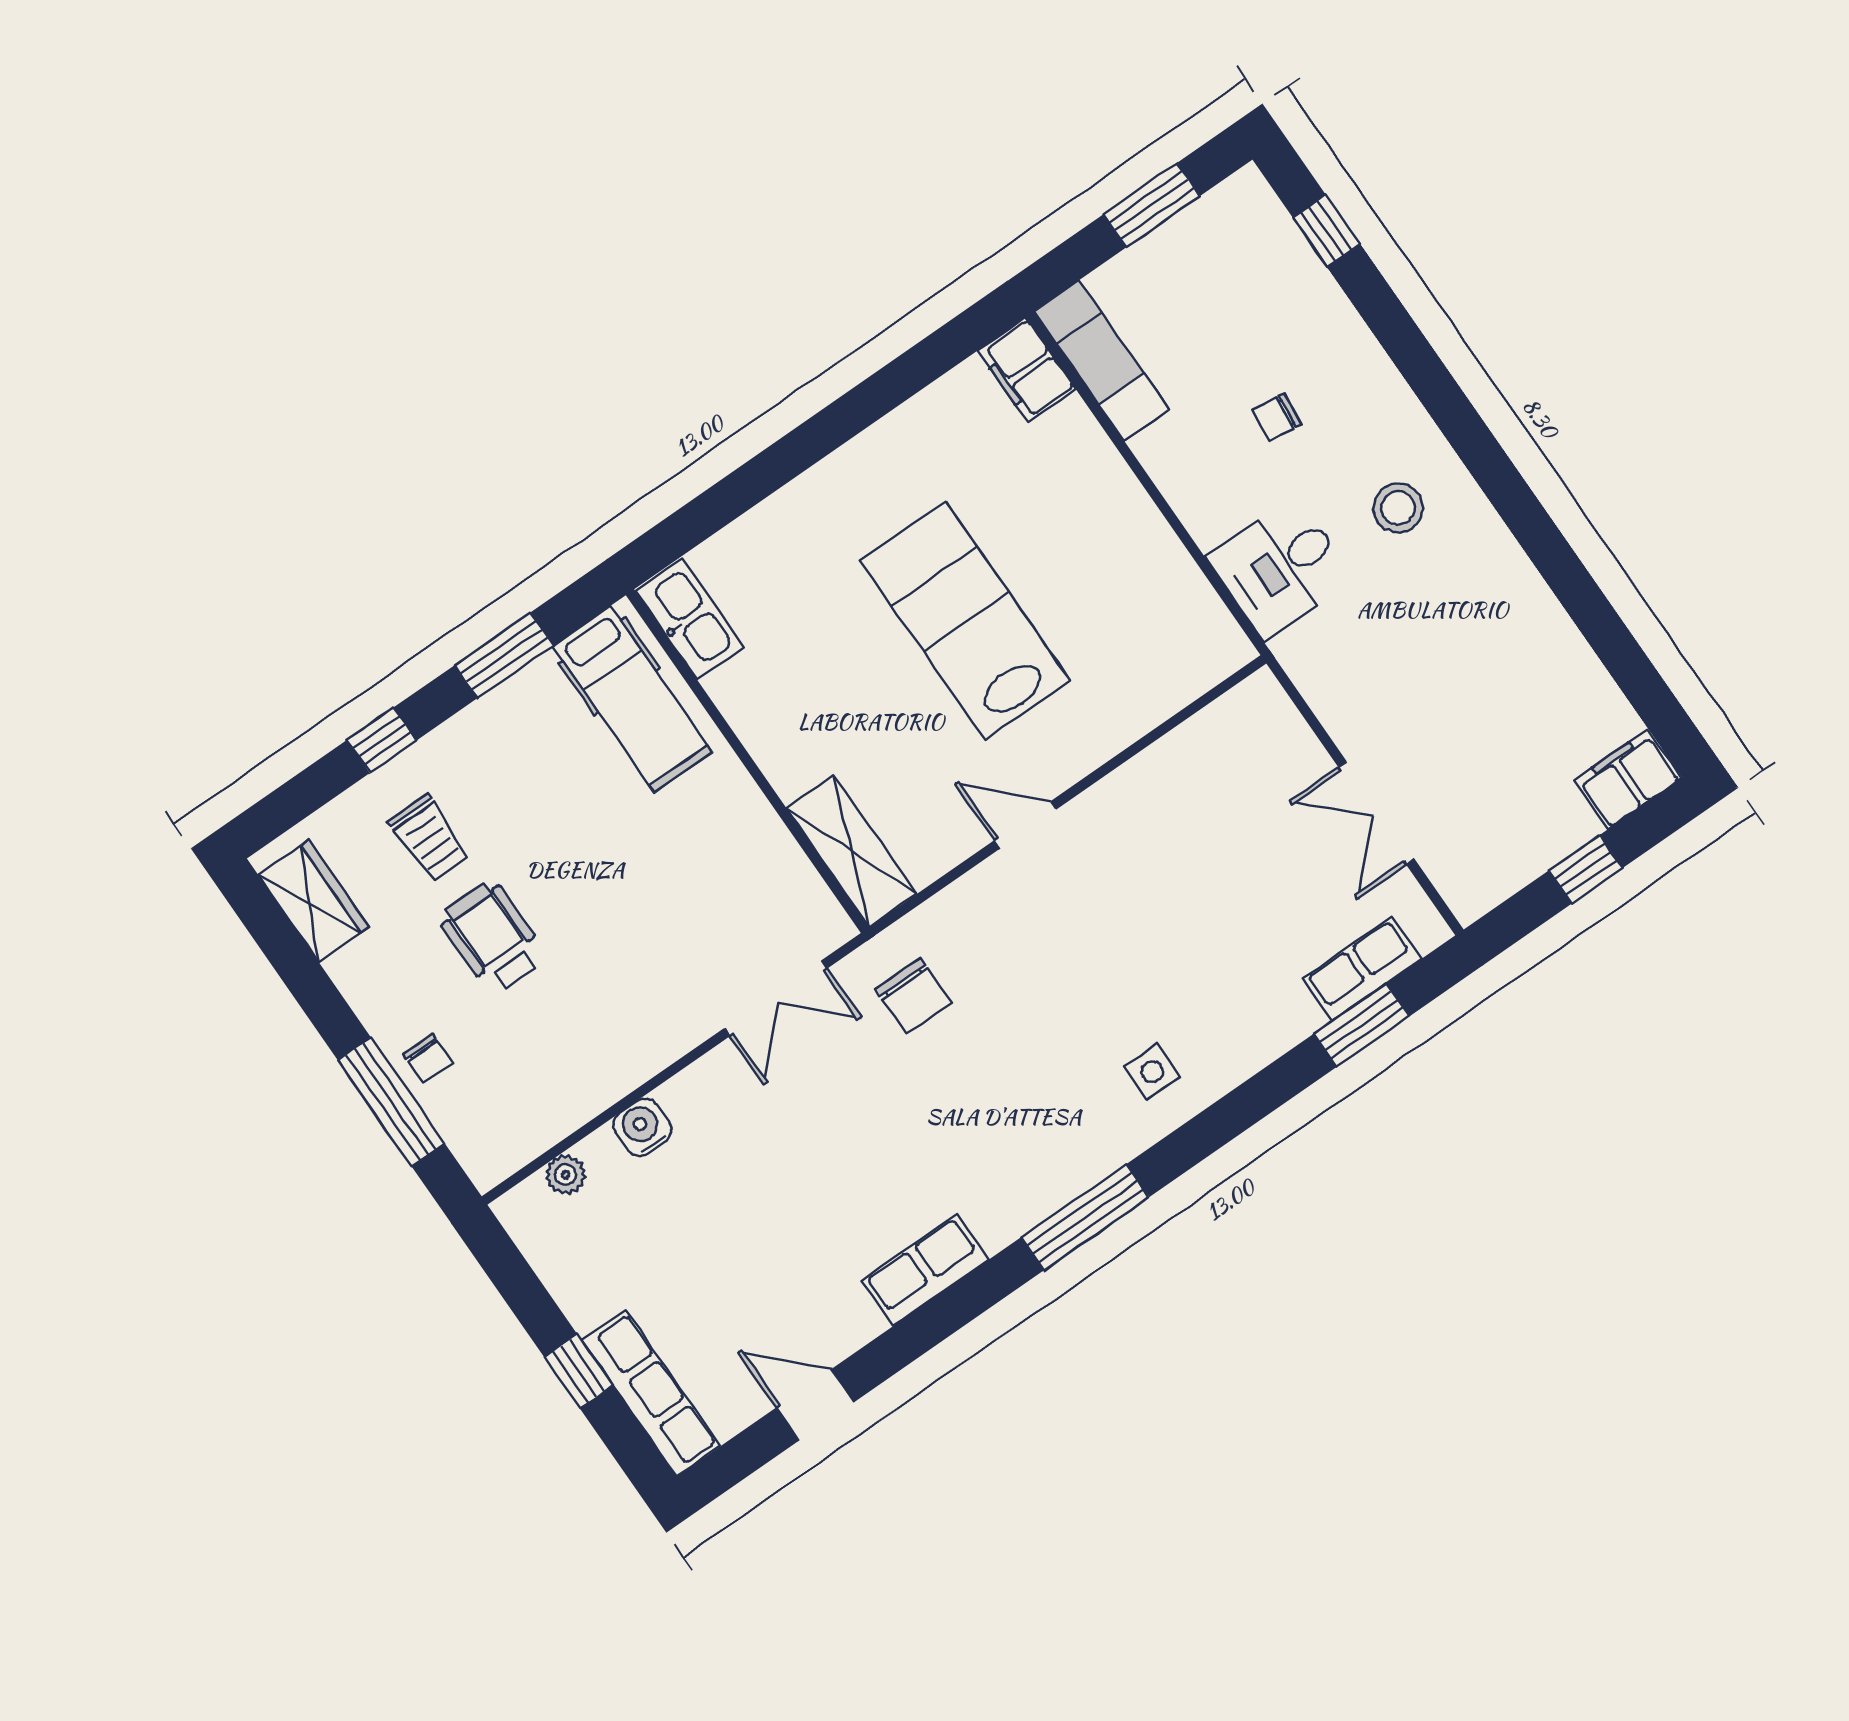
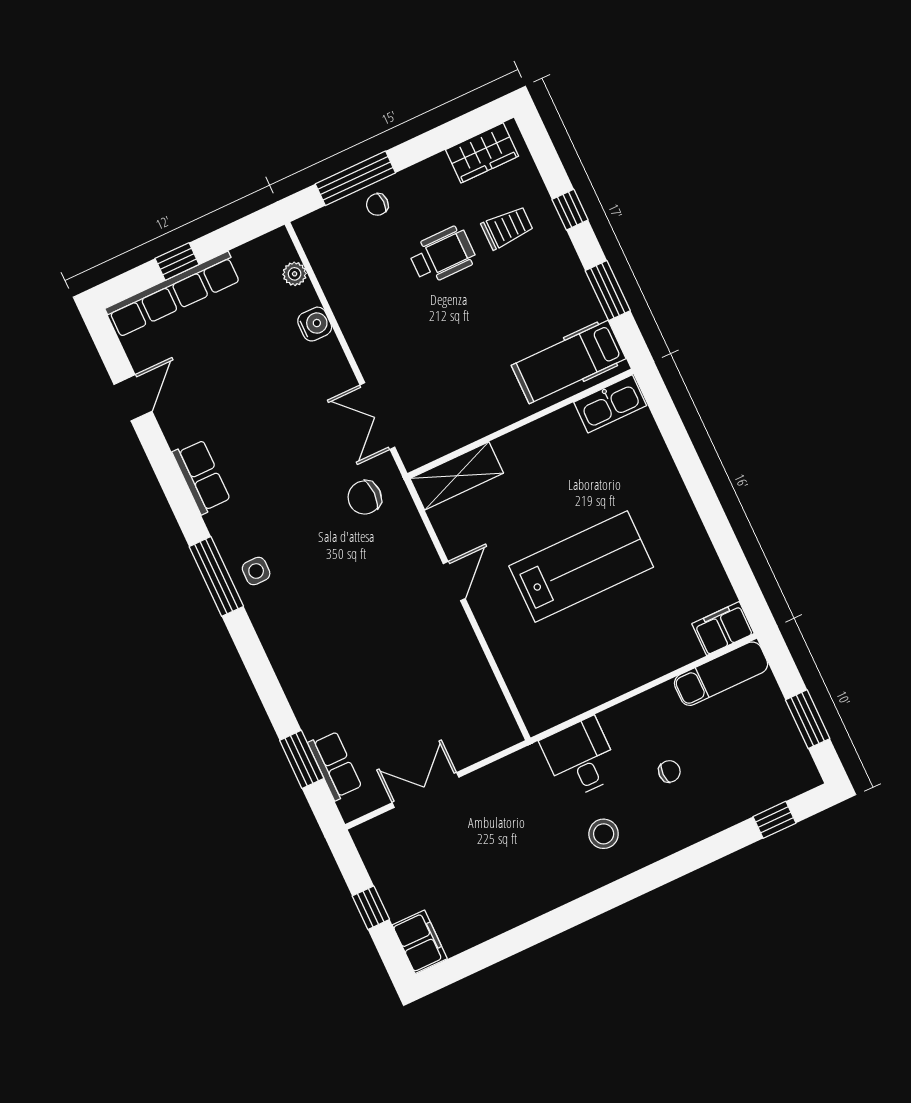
chair: (1277, 417) -> (669, 771), turned 83
trolley: (429, 838) -> (507, 228), turned 180
side table: (1152, 1072) -> (256, 571), moved
row of seats: (651, 1393) -> (173, 294), width x1.36

